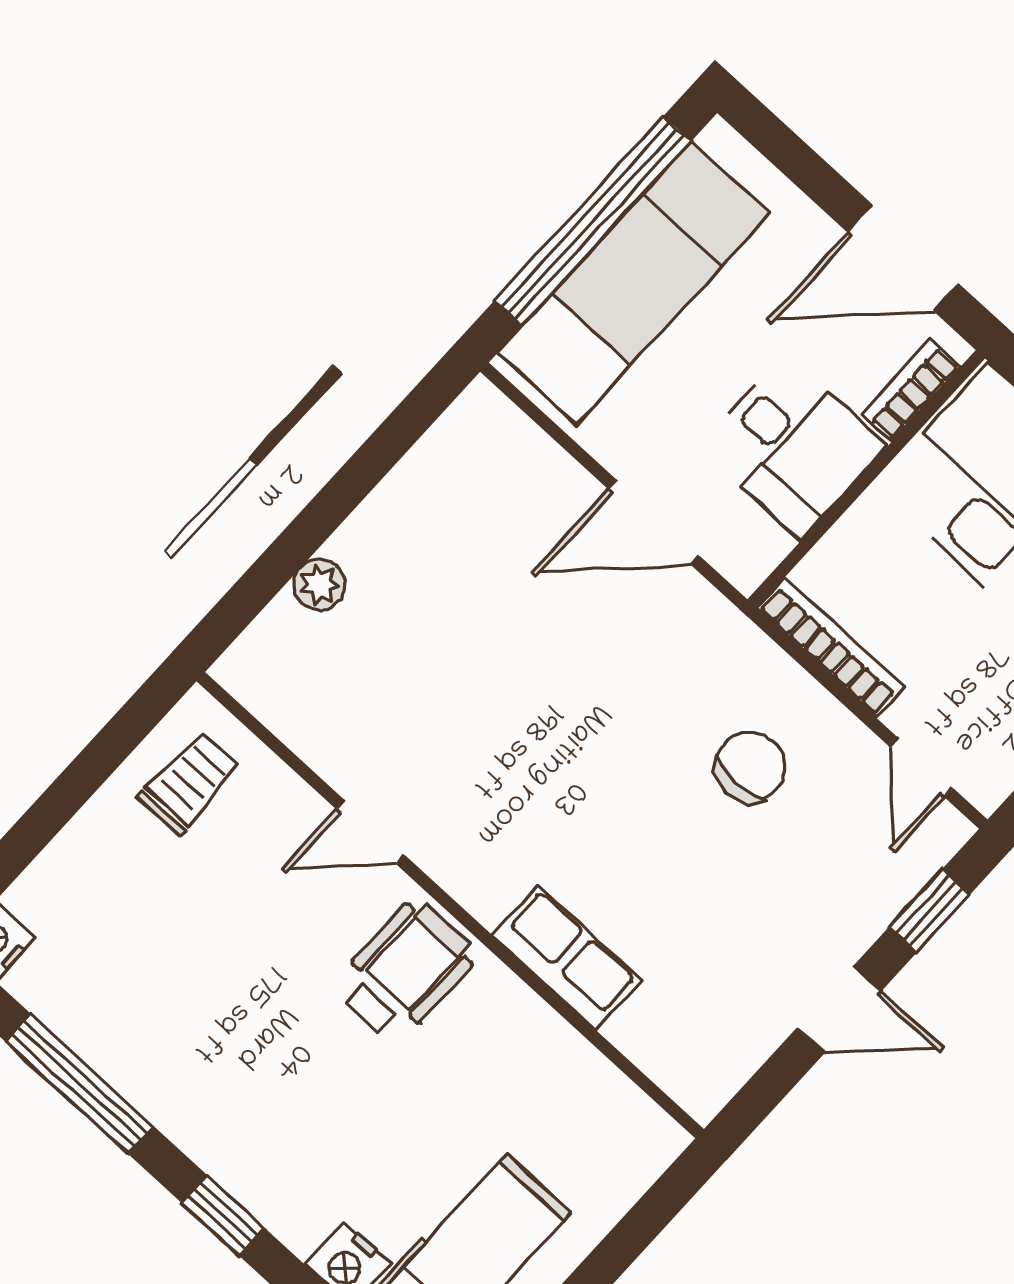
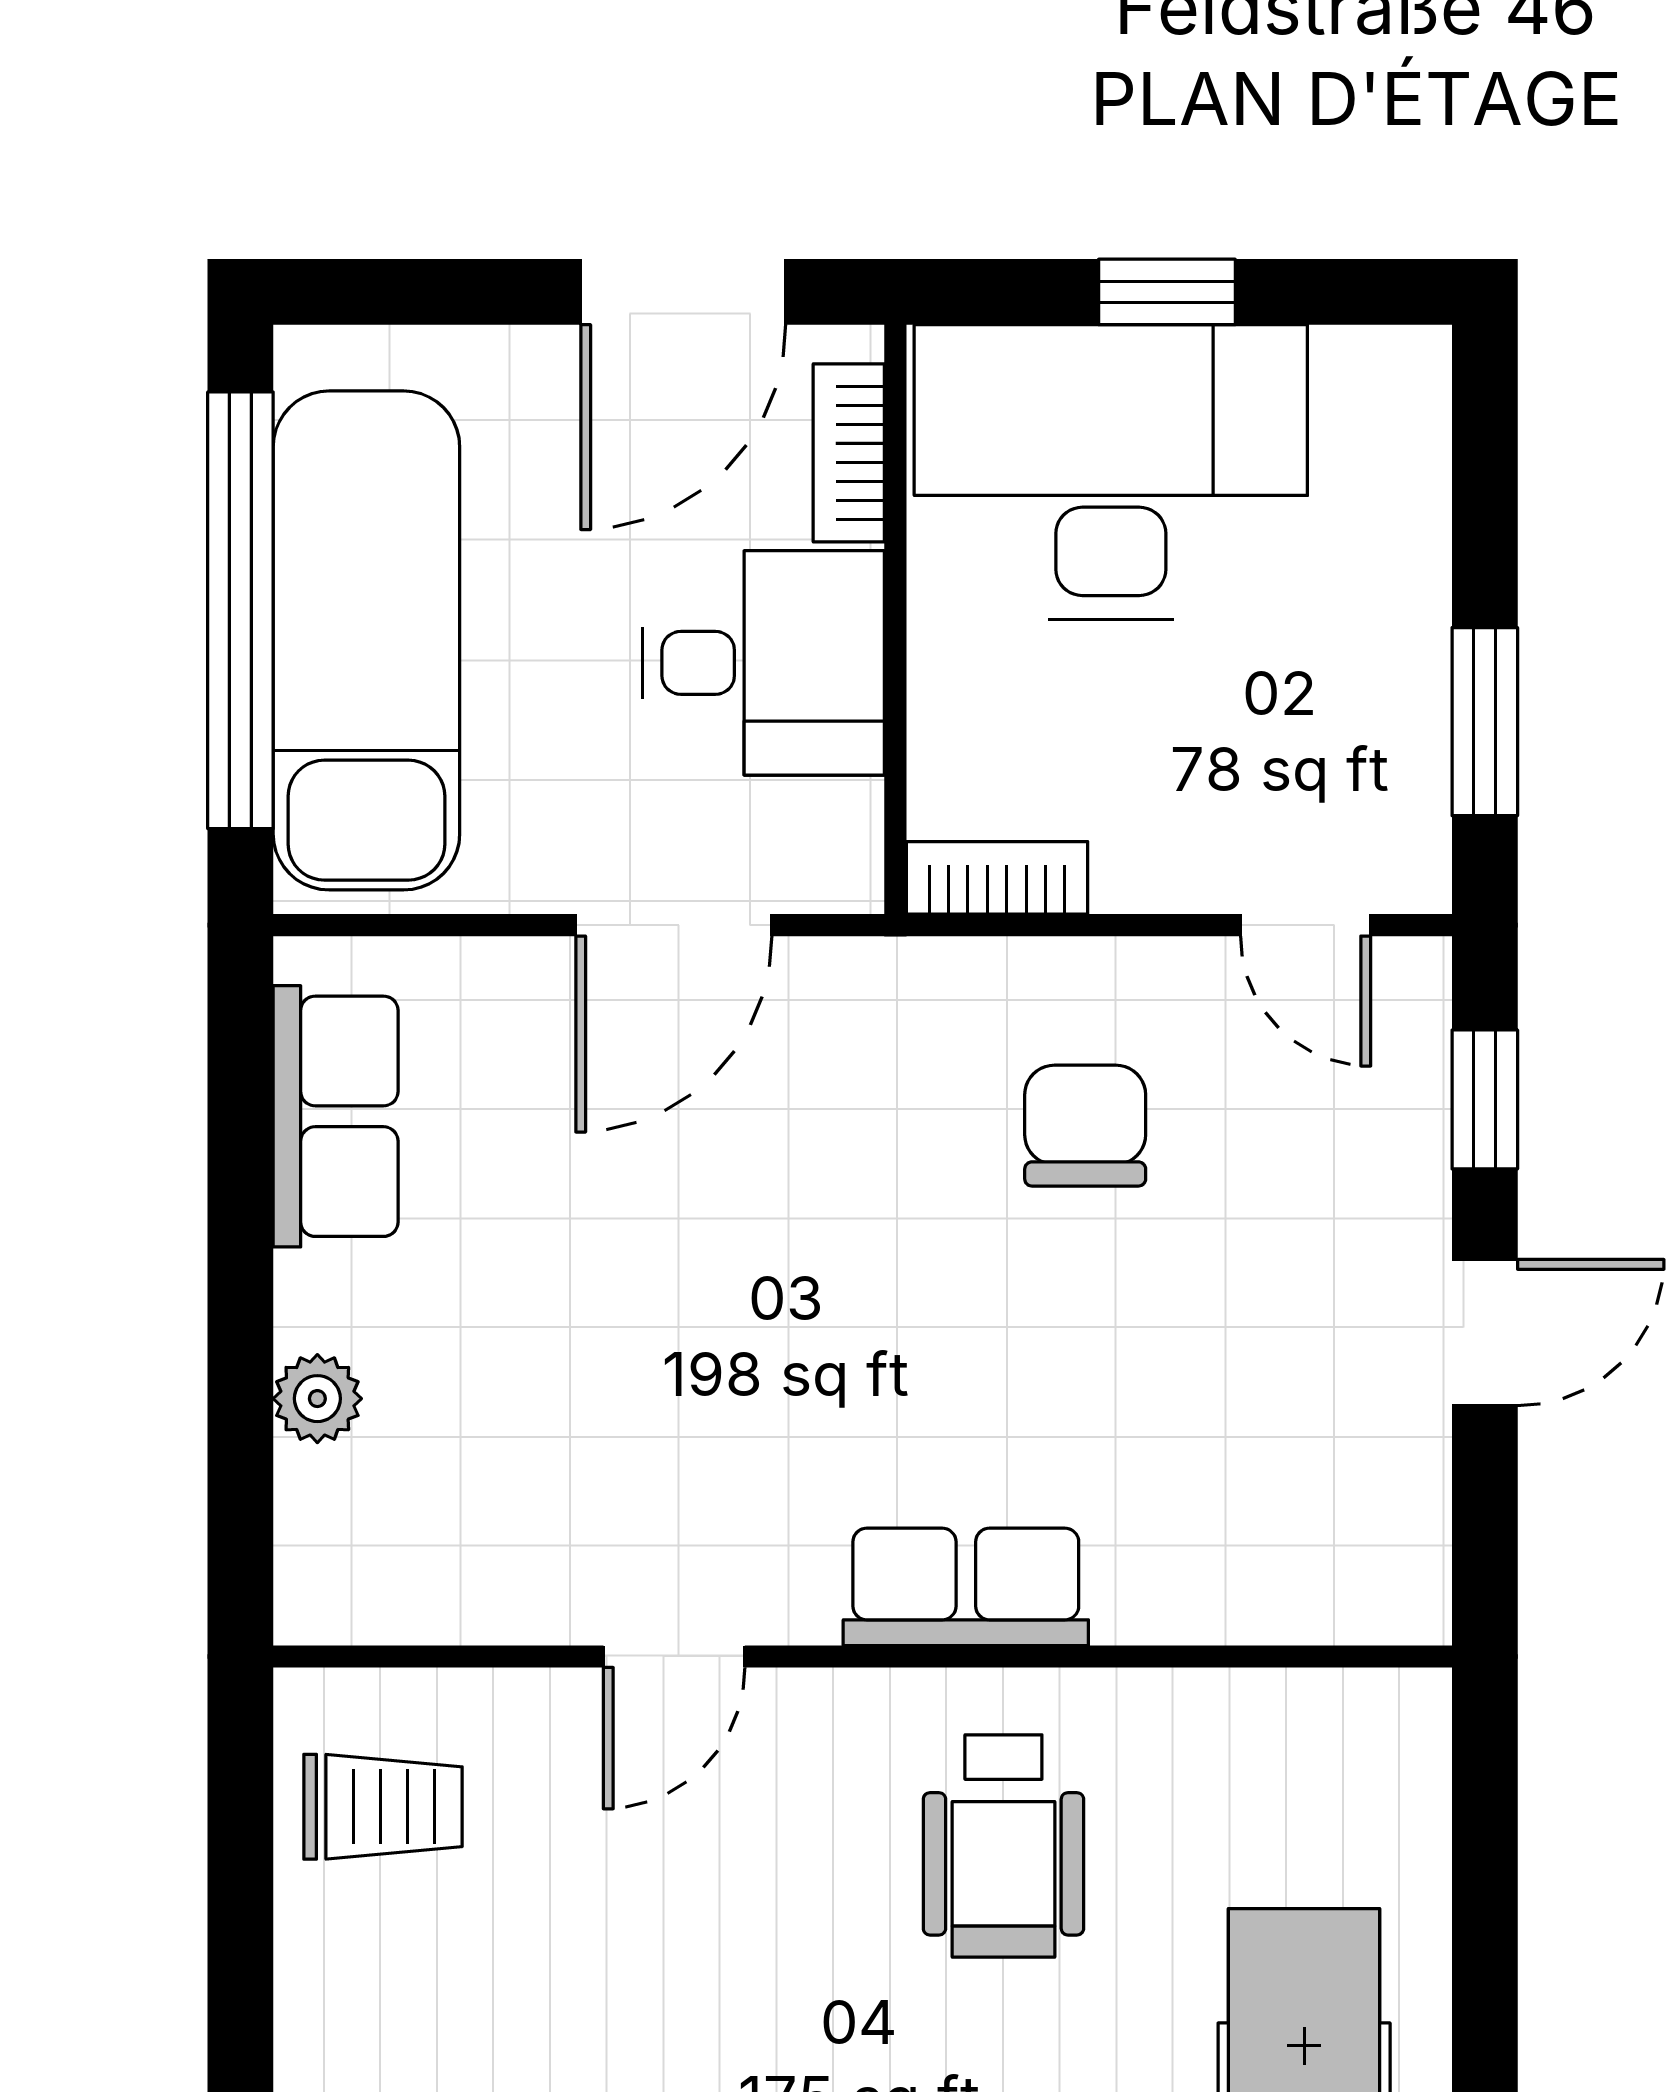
row of seats: (437, 472) -> (336, 1116), added
bookcase: (831, 648) -> (997, 878), width x0.64
trolley: (189, 783) -> (383, 1807), turned 90
row of seats: (567, 958) -> (966, 1587), moved
wheelchair: (405, 971) -> (1003, 1846), moved, turned 180

